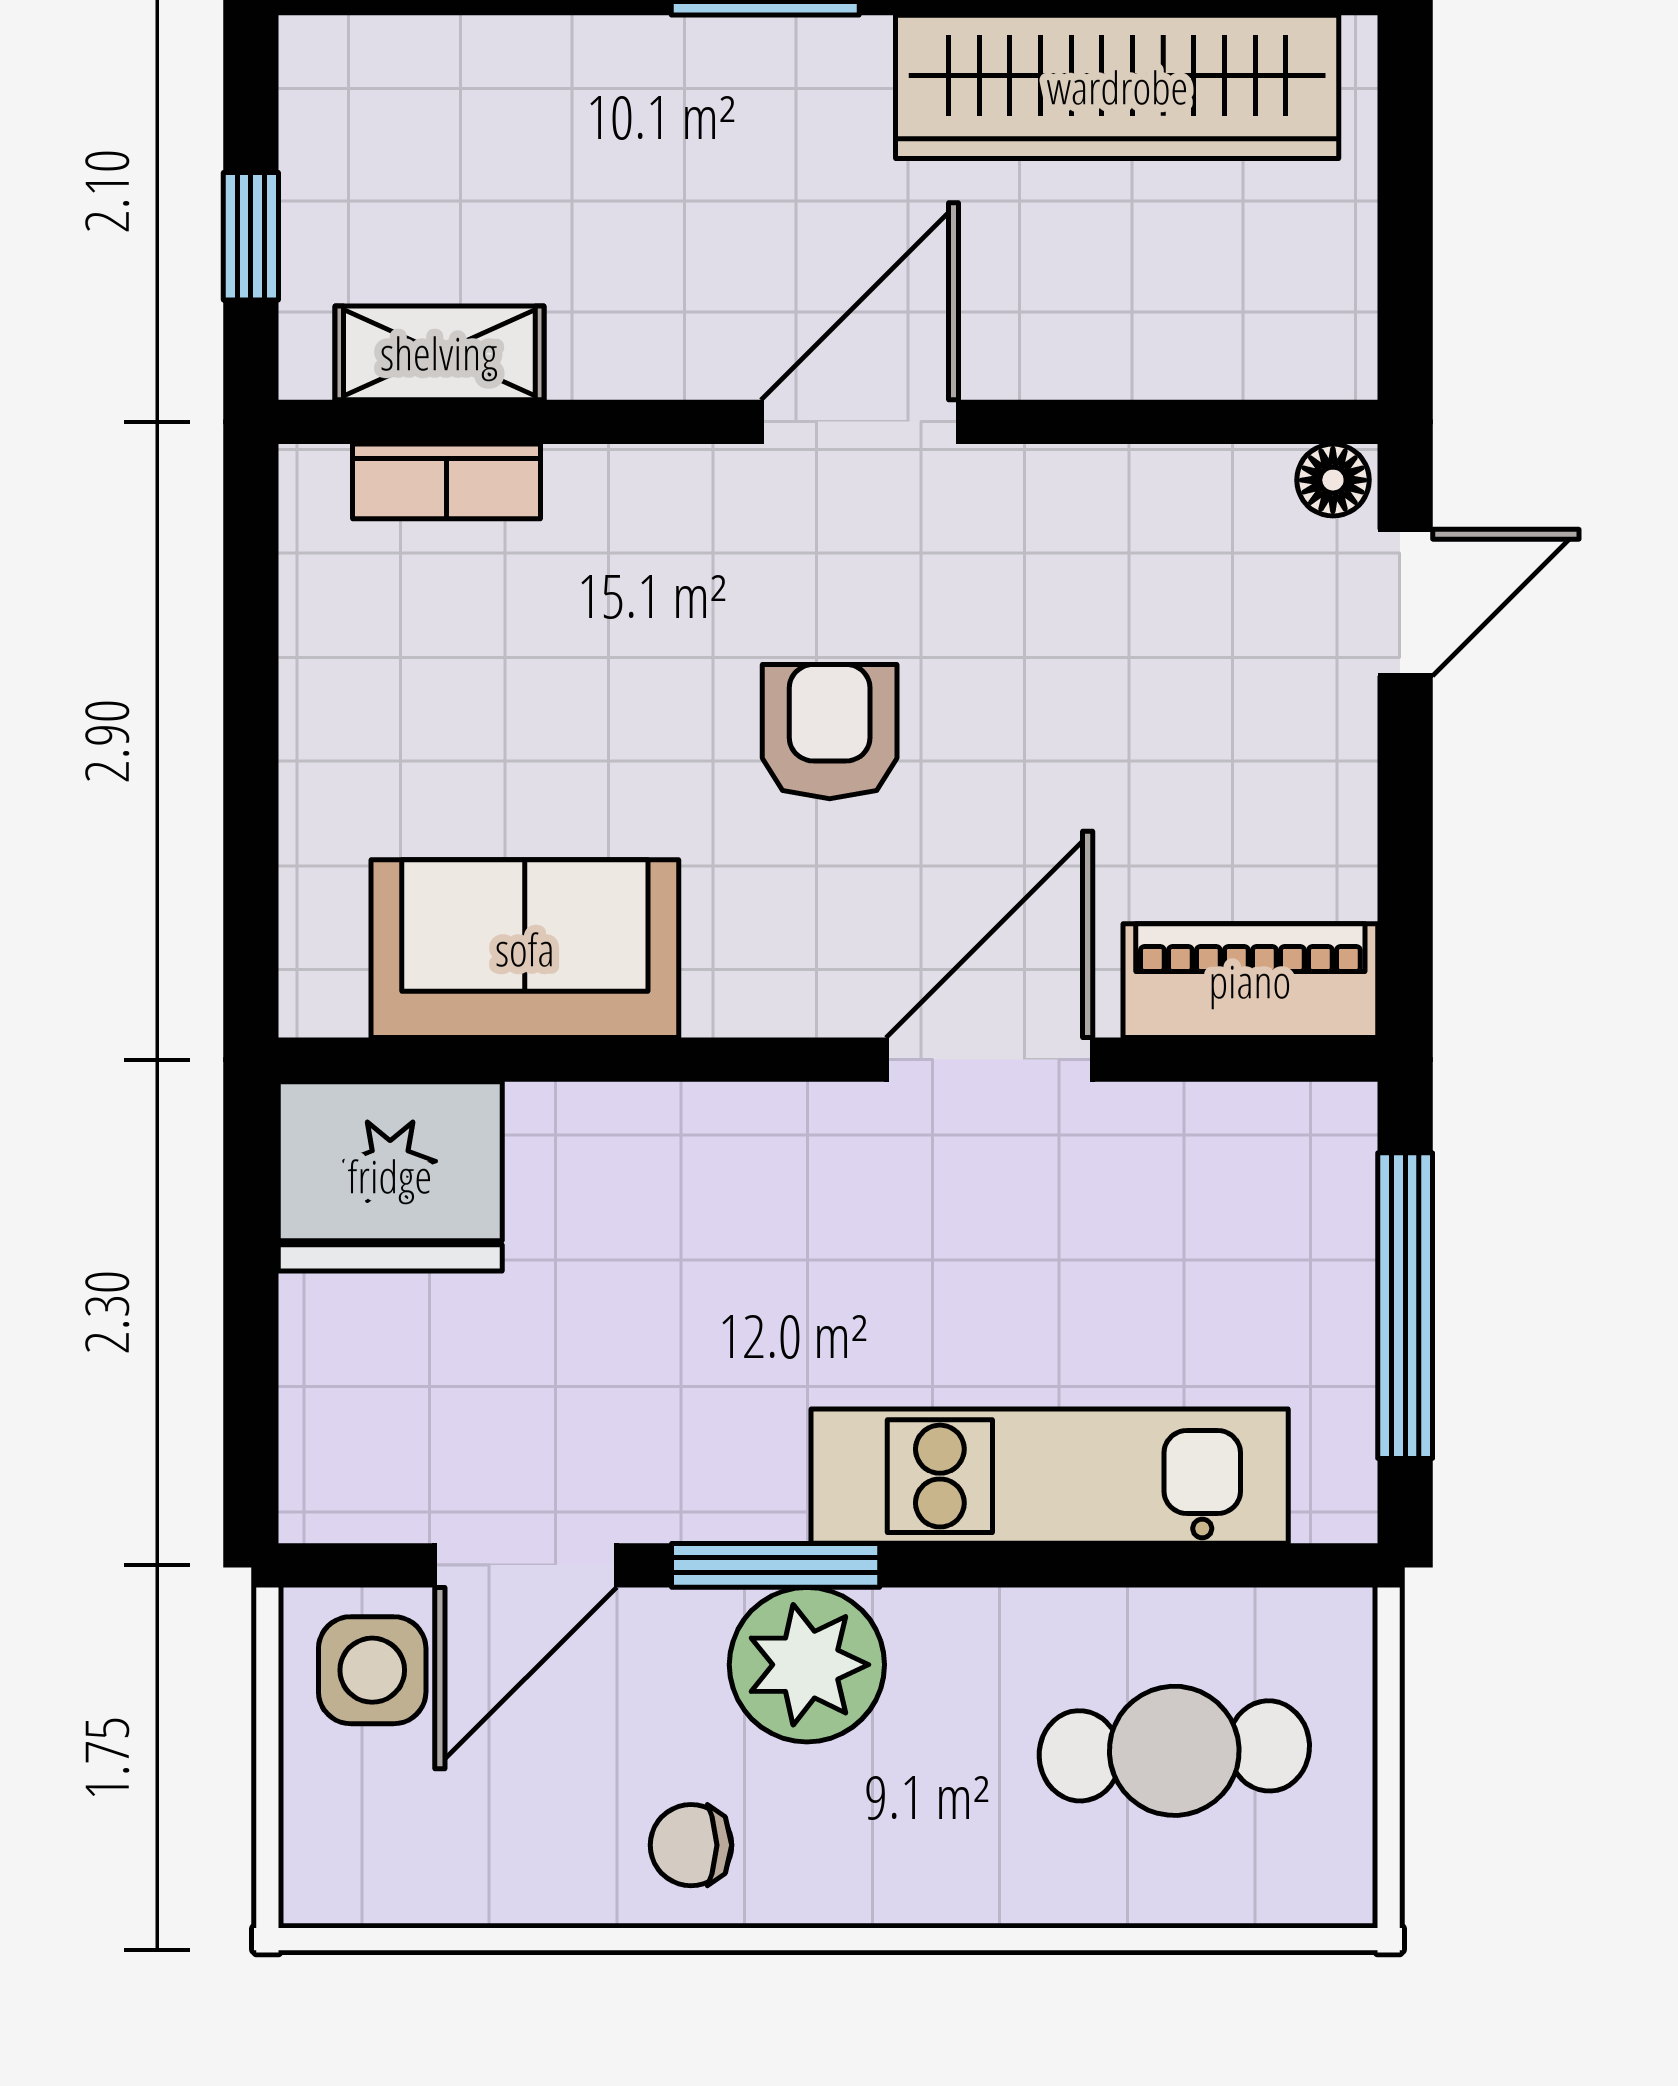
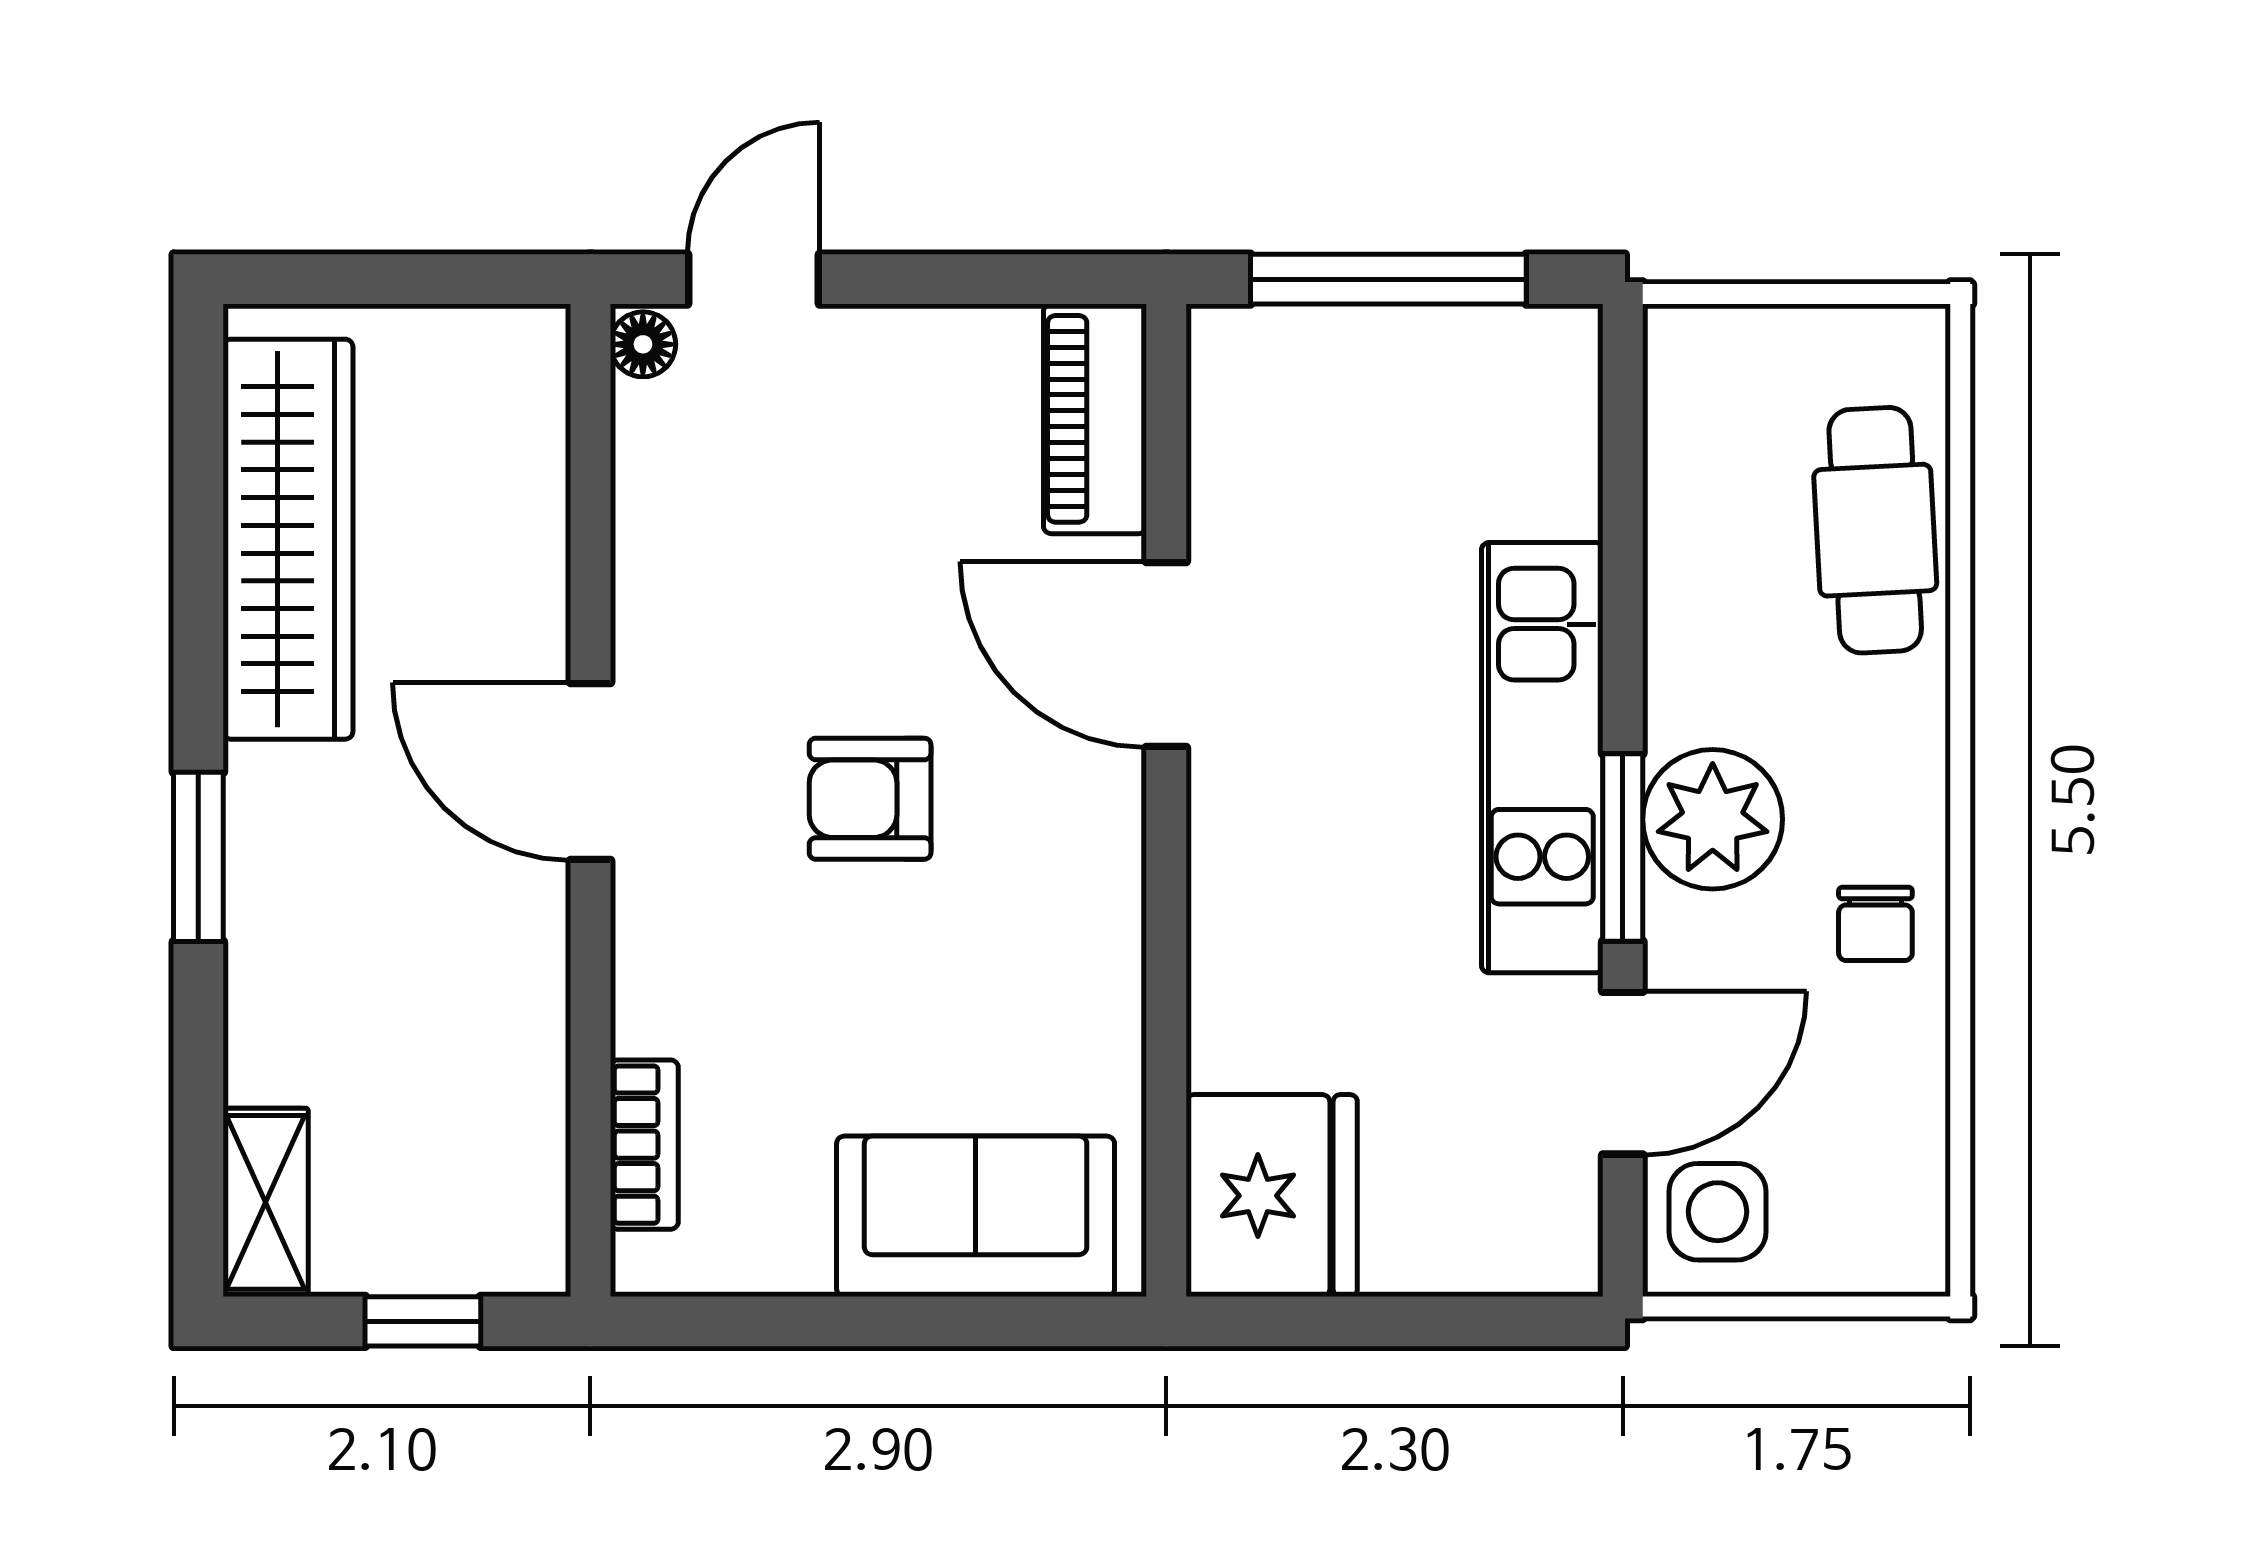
shelving: (439, 353) -> (266, 1202), moved
door: (1405, 603) -> (754, 279), hinge flipped
sofa: (525, 949) -> (976, 1216), moved, turned 90
kitchen unit: (1050, 1476) -> (1542, 758), moved
door: (526, 1565) -> (1623, 1073), hinge flipped
cafe table: (1174, 1751) -> (1875, 530), moved

